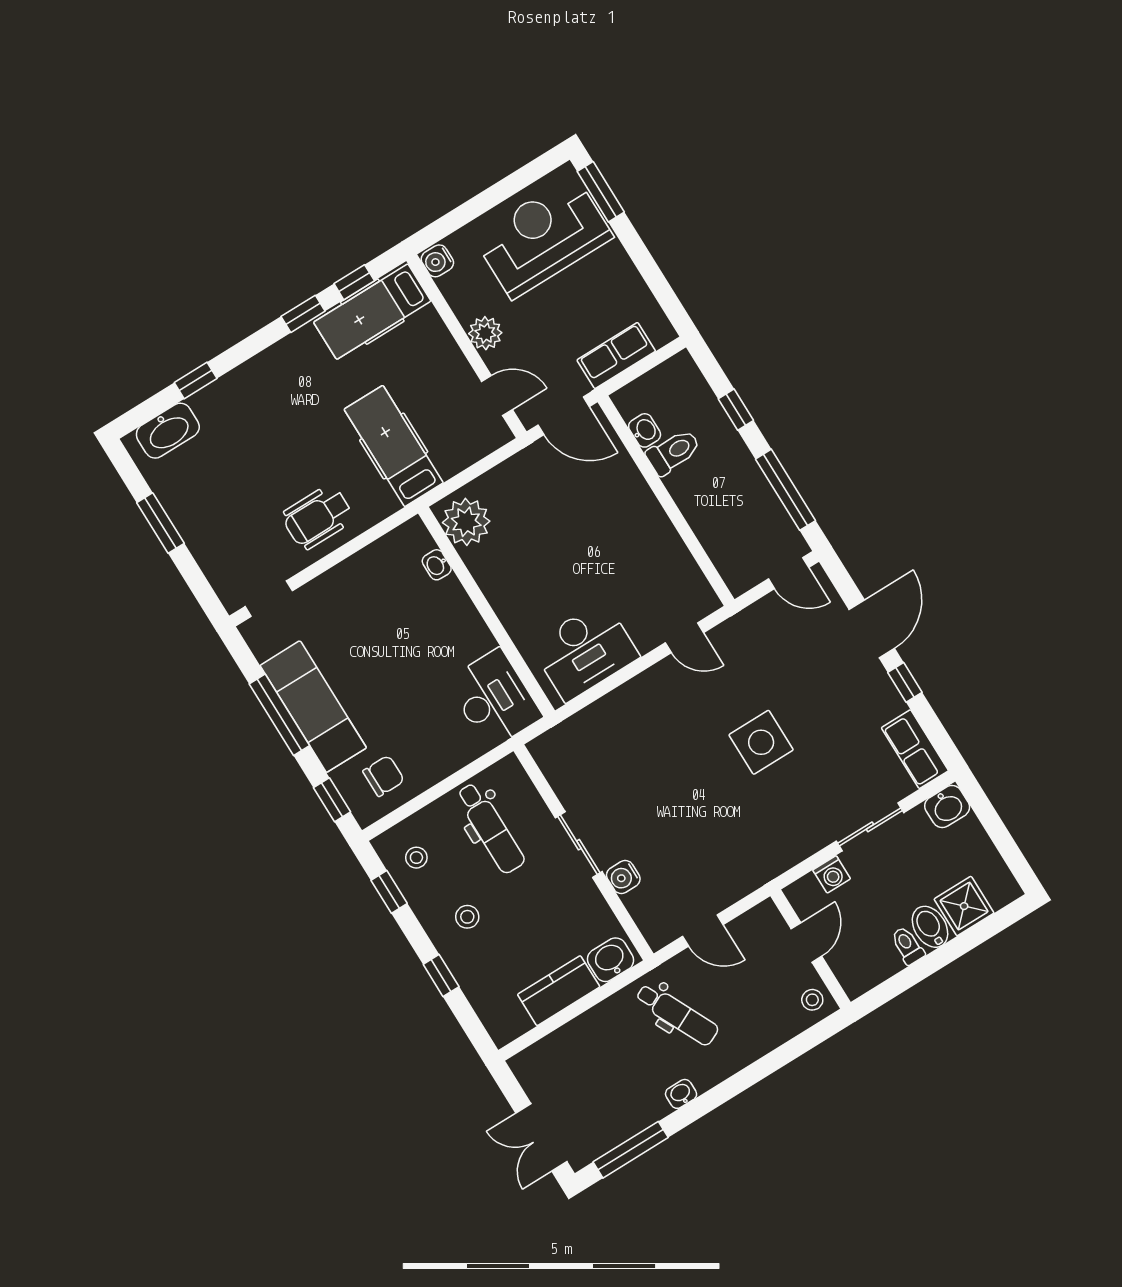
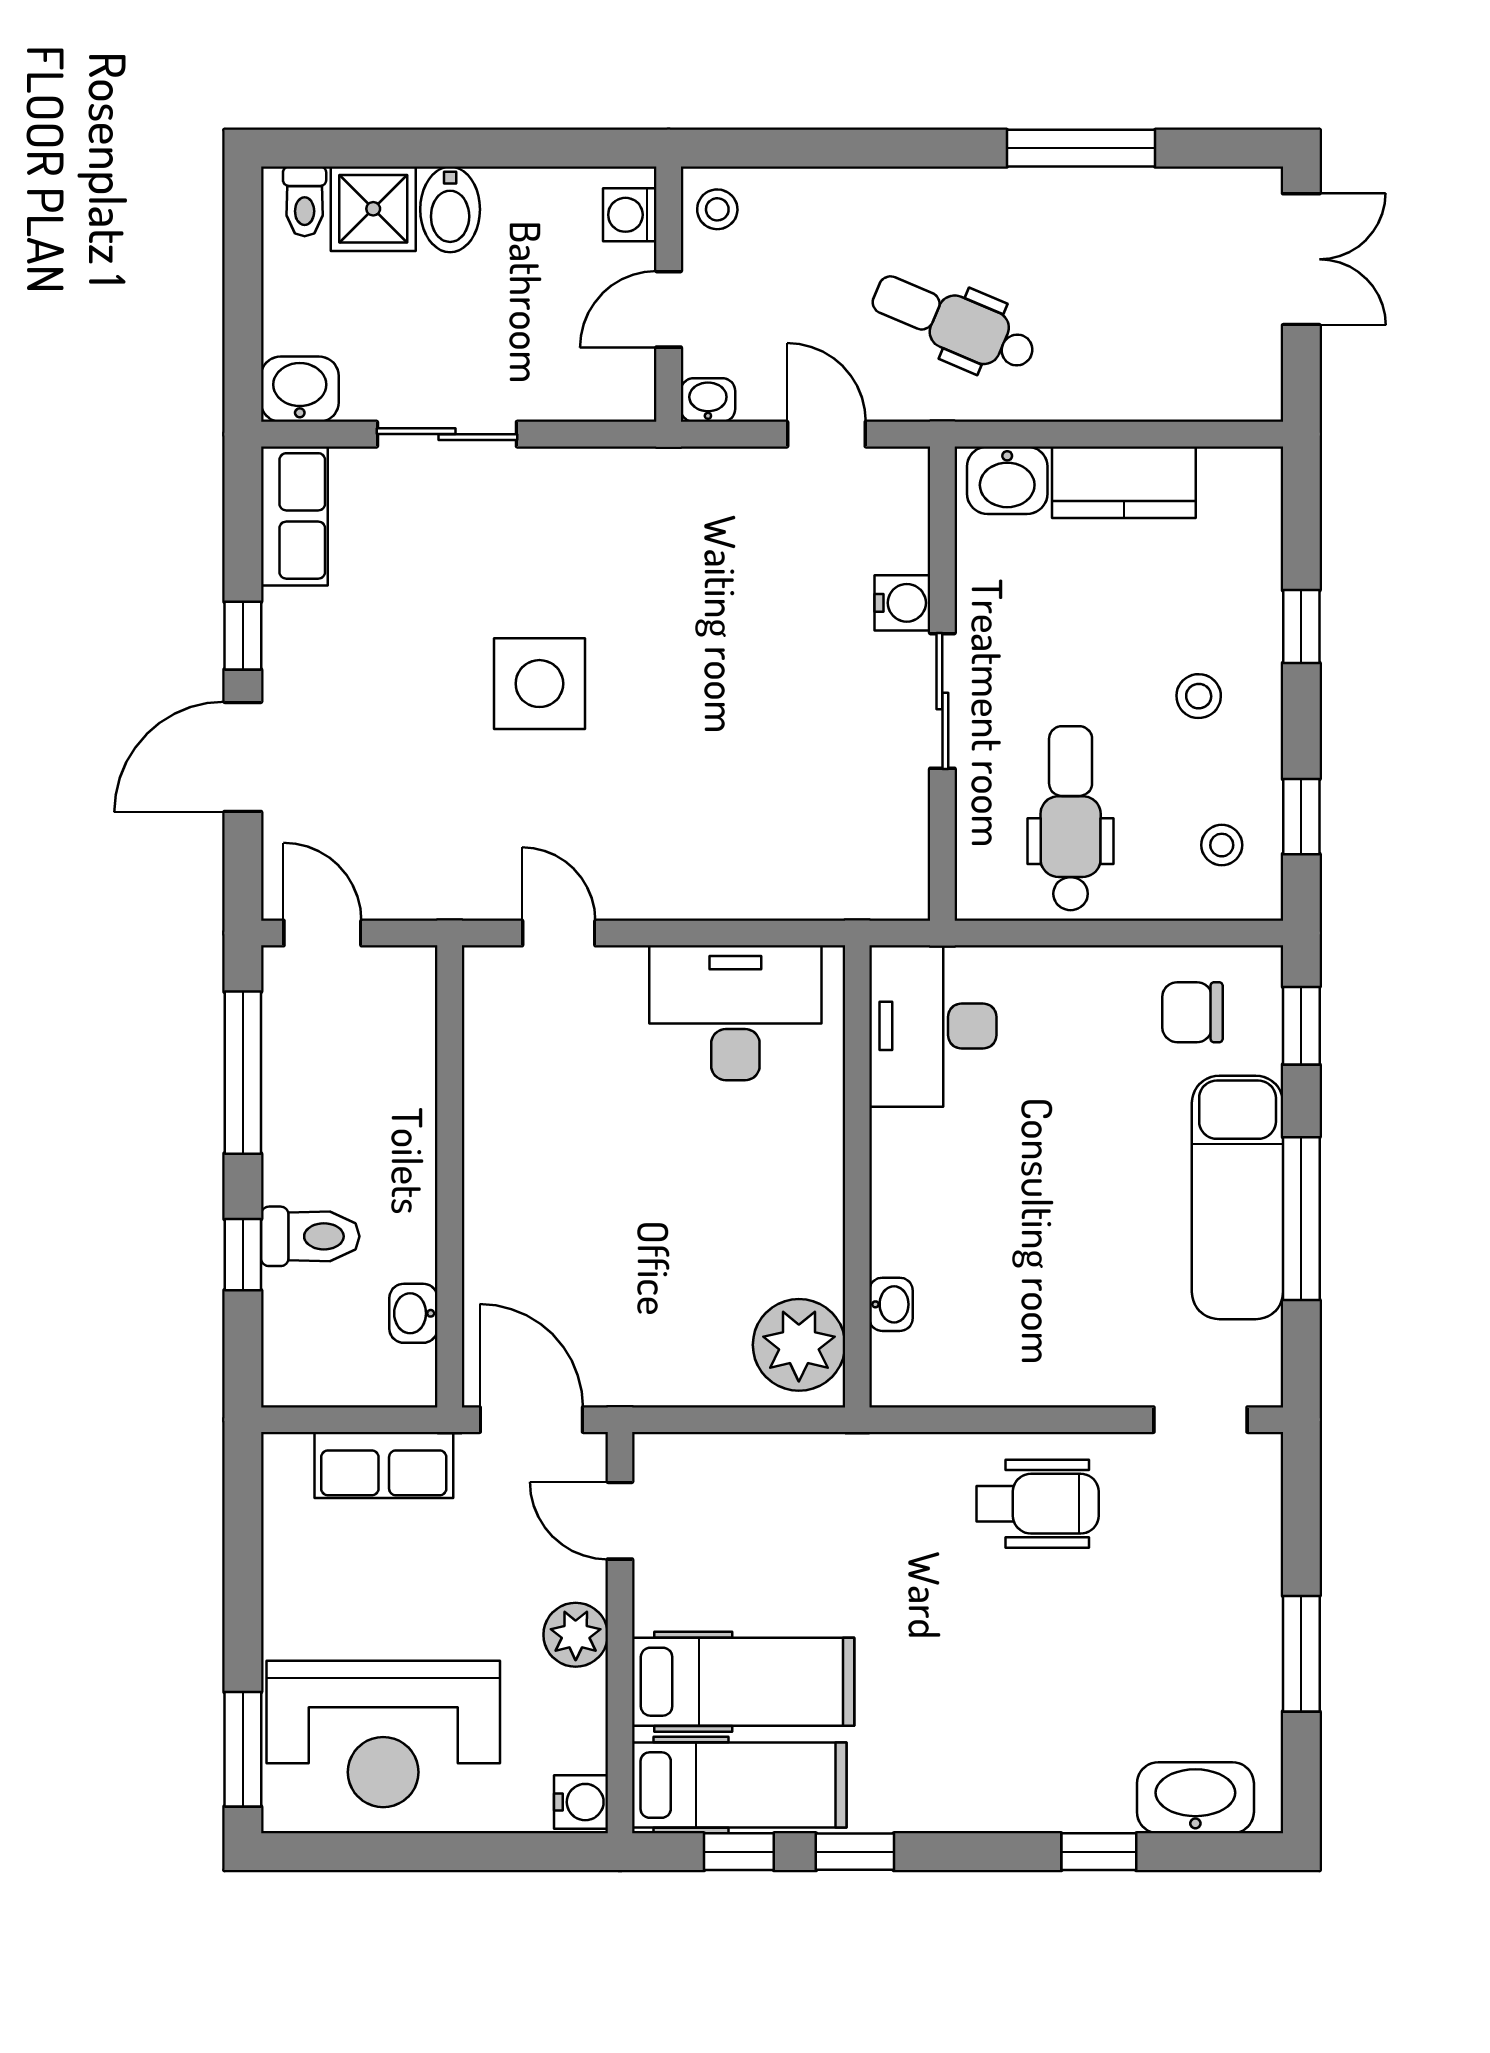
hospital bed: (394, 446) -> (743, 1682), moved, turned -90
toilet: (673, 452) -> (310, 1236), moved, turned 180
washing machine: (832, 874) -> (630, 215), moved, turned -90
toilet: (908, 946) -> (305, 201), moved
dental chair: (677, 1014) -> (954, 323), turned -41
washbasin: (681, 1094) -> (708, 400), moved, turned 180
window: (631, 1150) -> (1081, 148), moved

